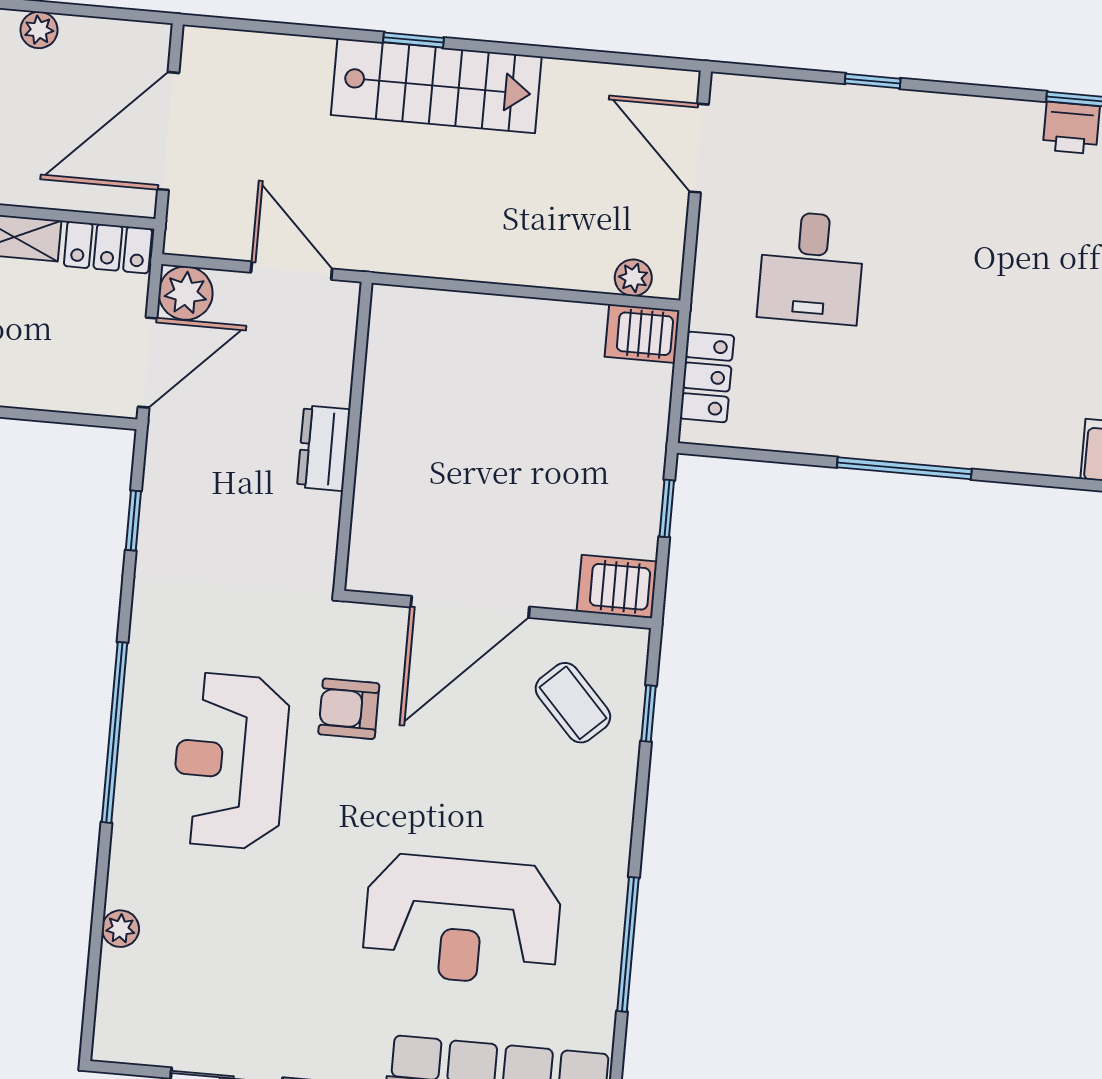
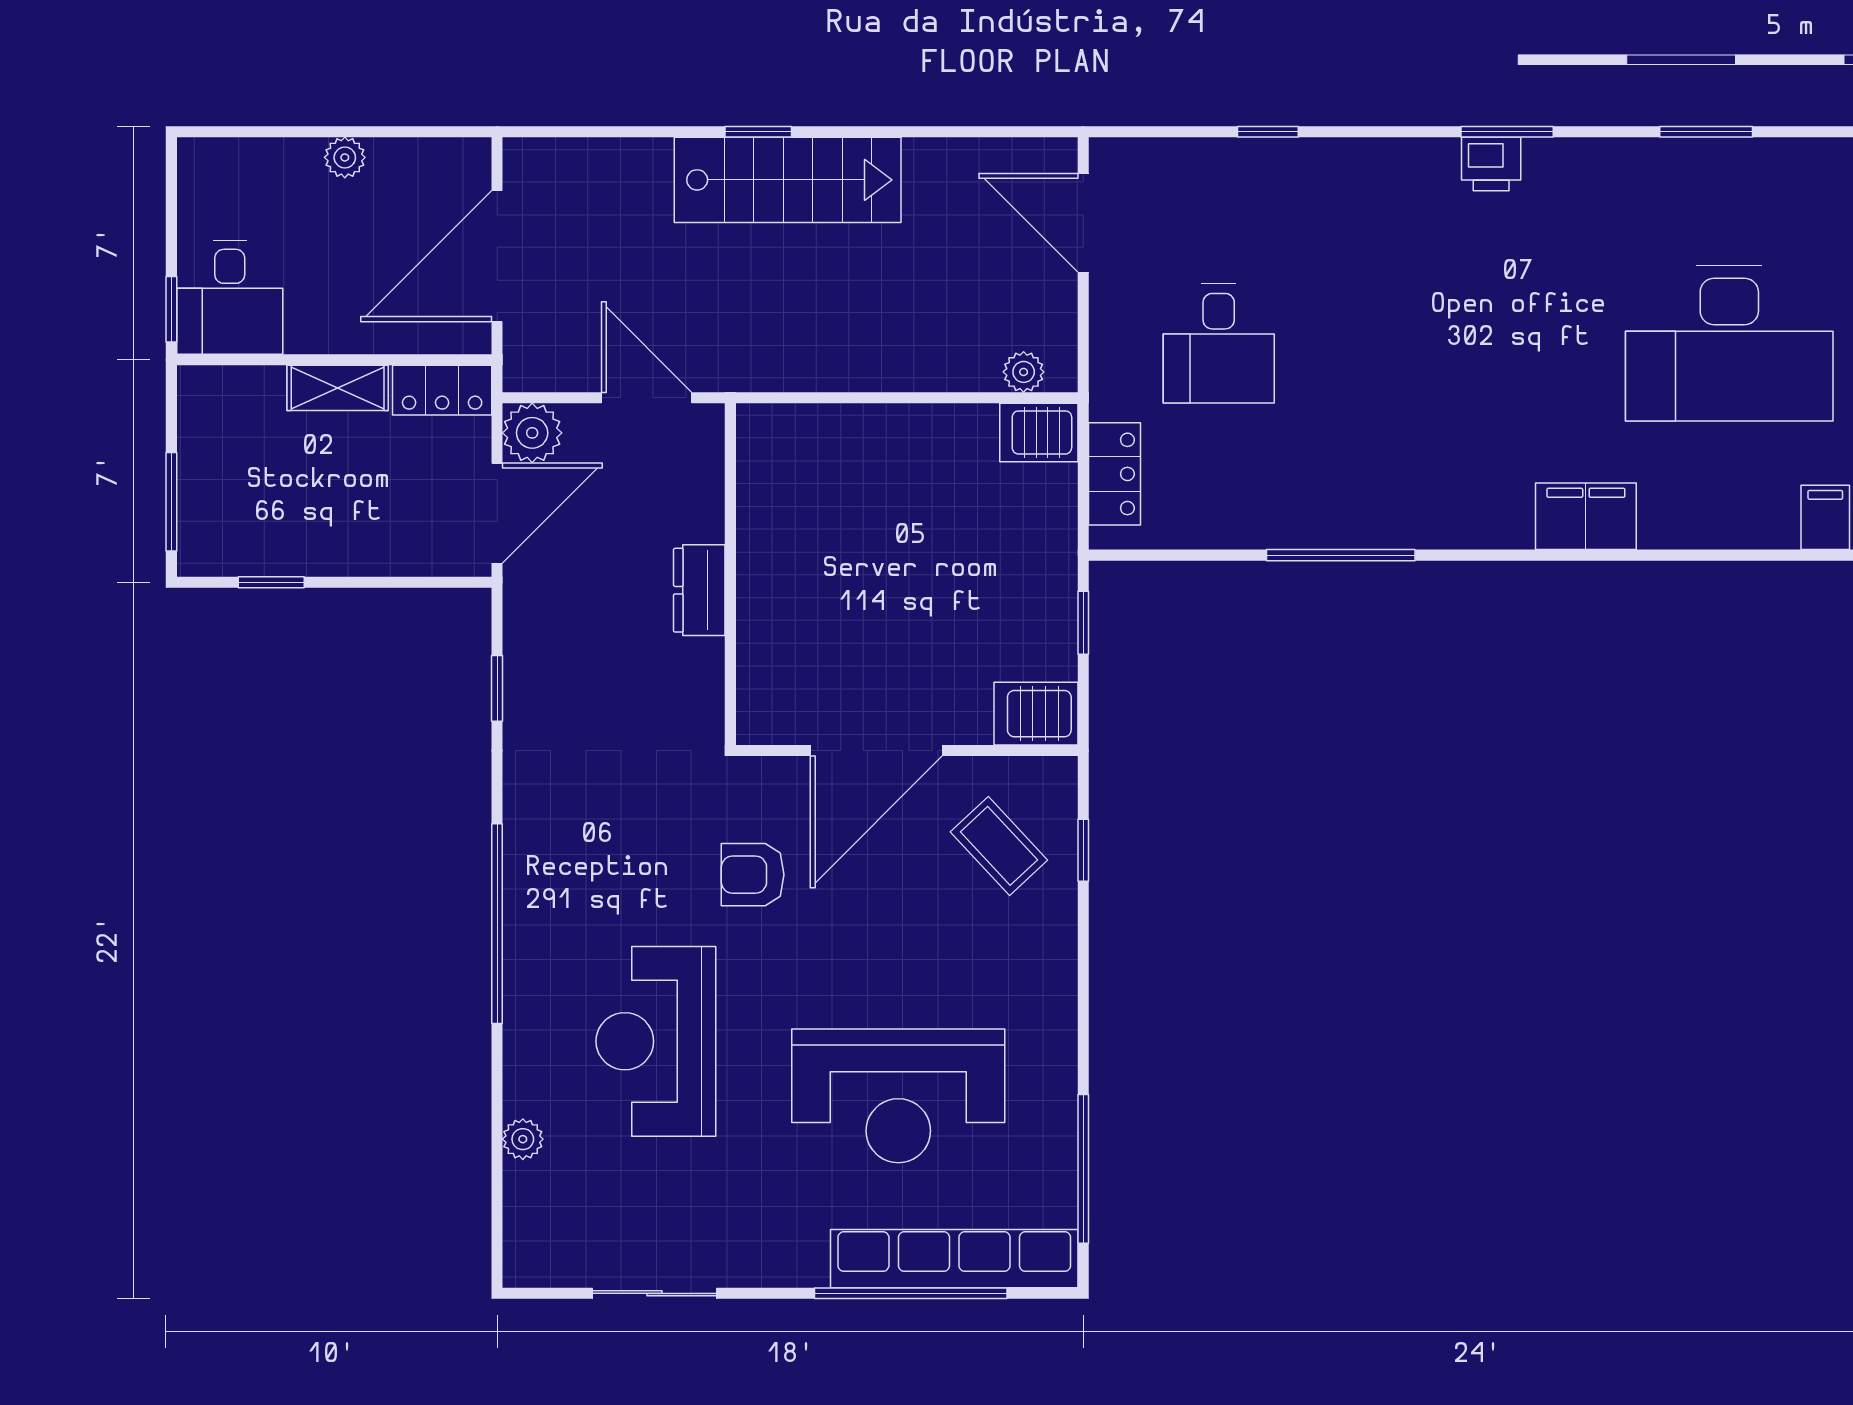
reception desk: (230, 761) -> (656, 1041), moved
window: (628, 944) -> (1083, 1169), moved

